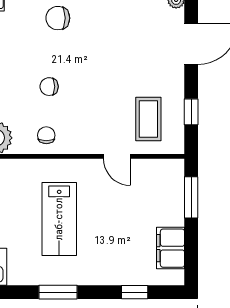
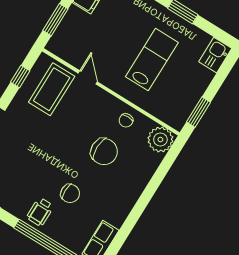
chair: (49, 87) -> (104, 152), width x1.87, depth x1.87
coffee table: (148, 119) -> (52, 89), width x1.36, depth x1.32

